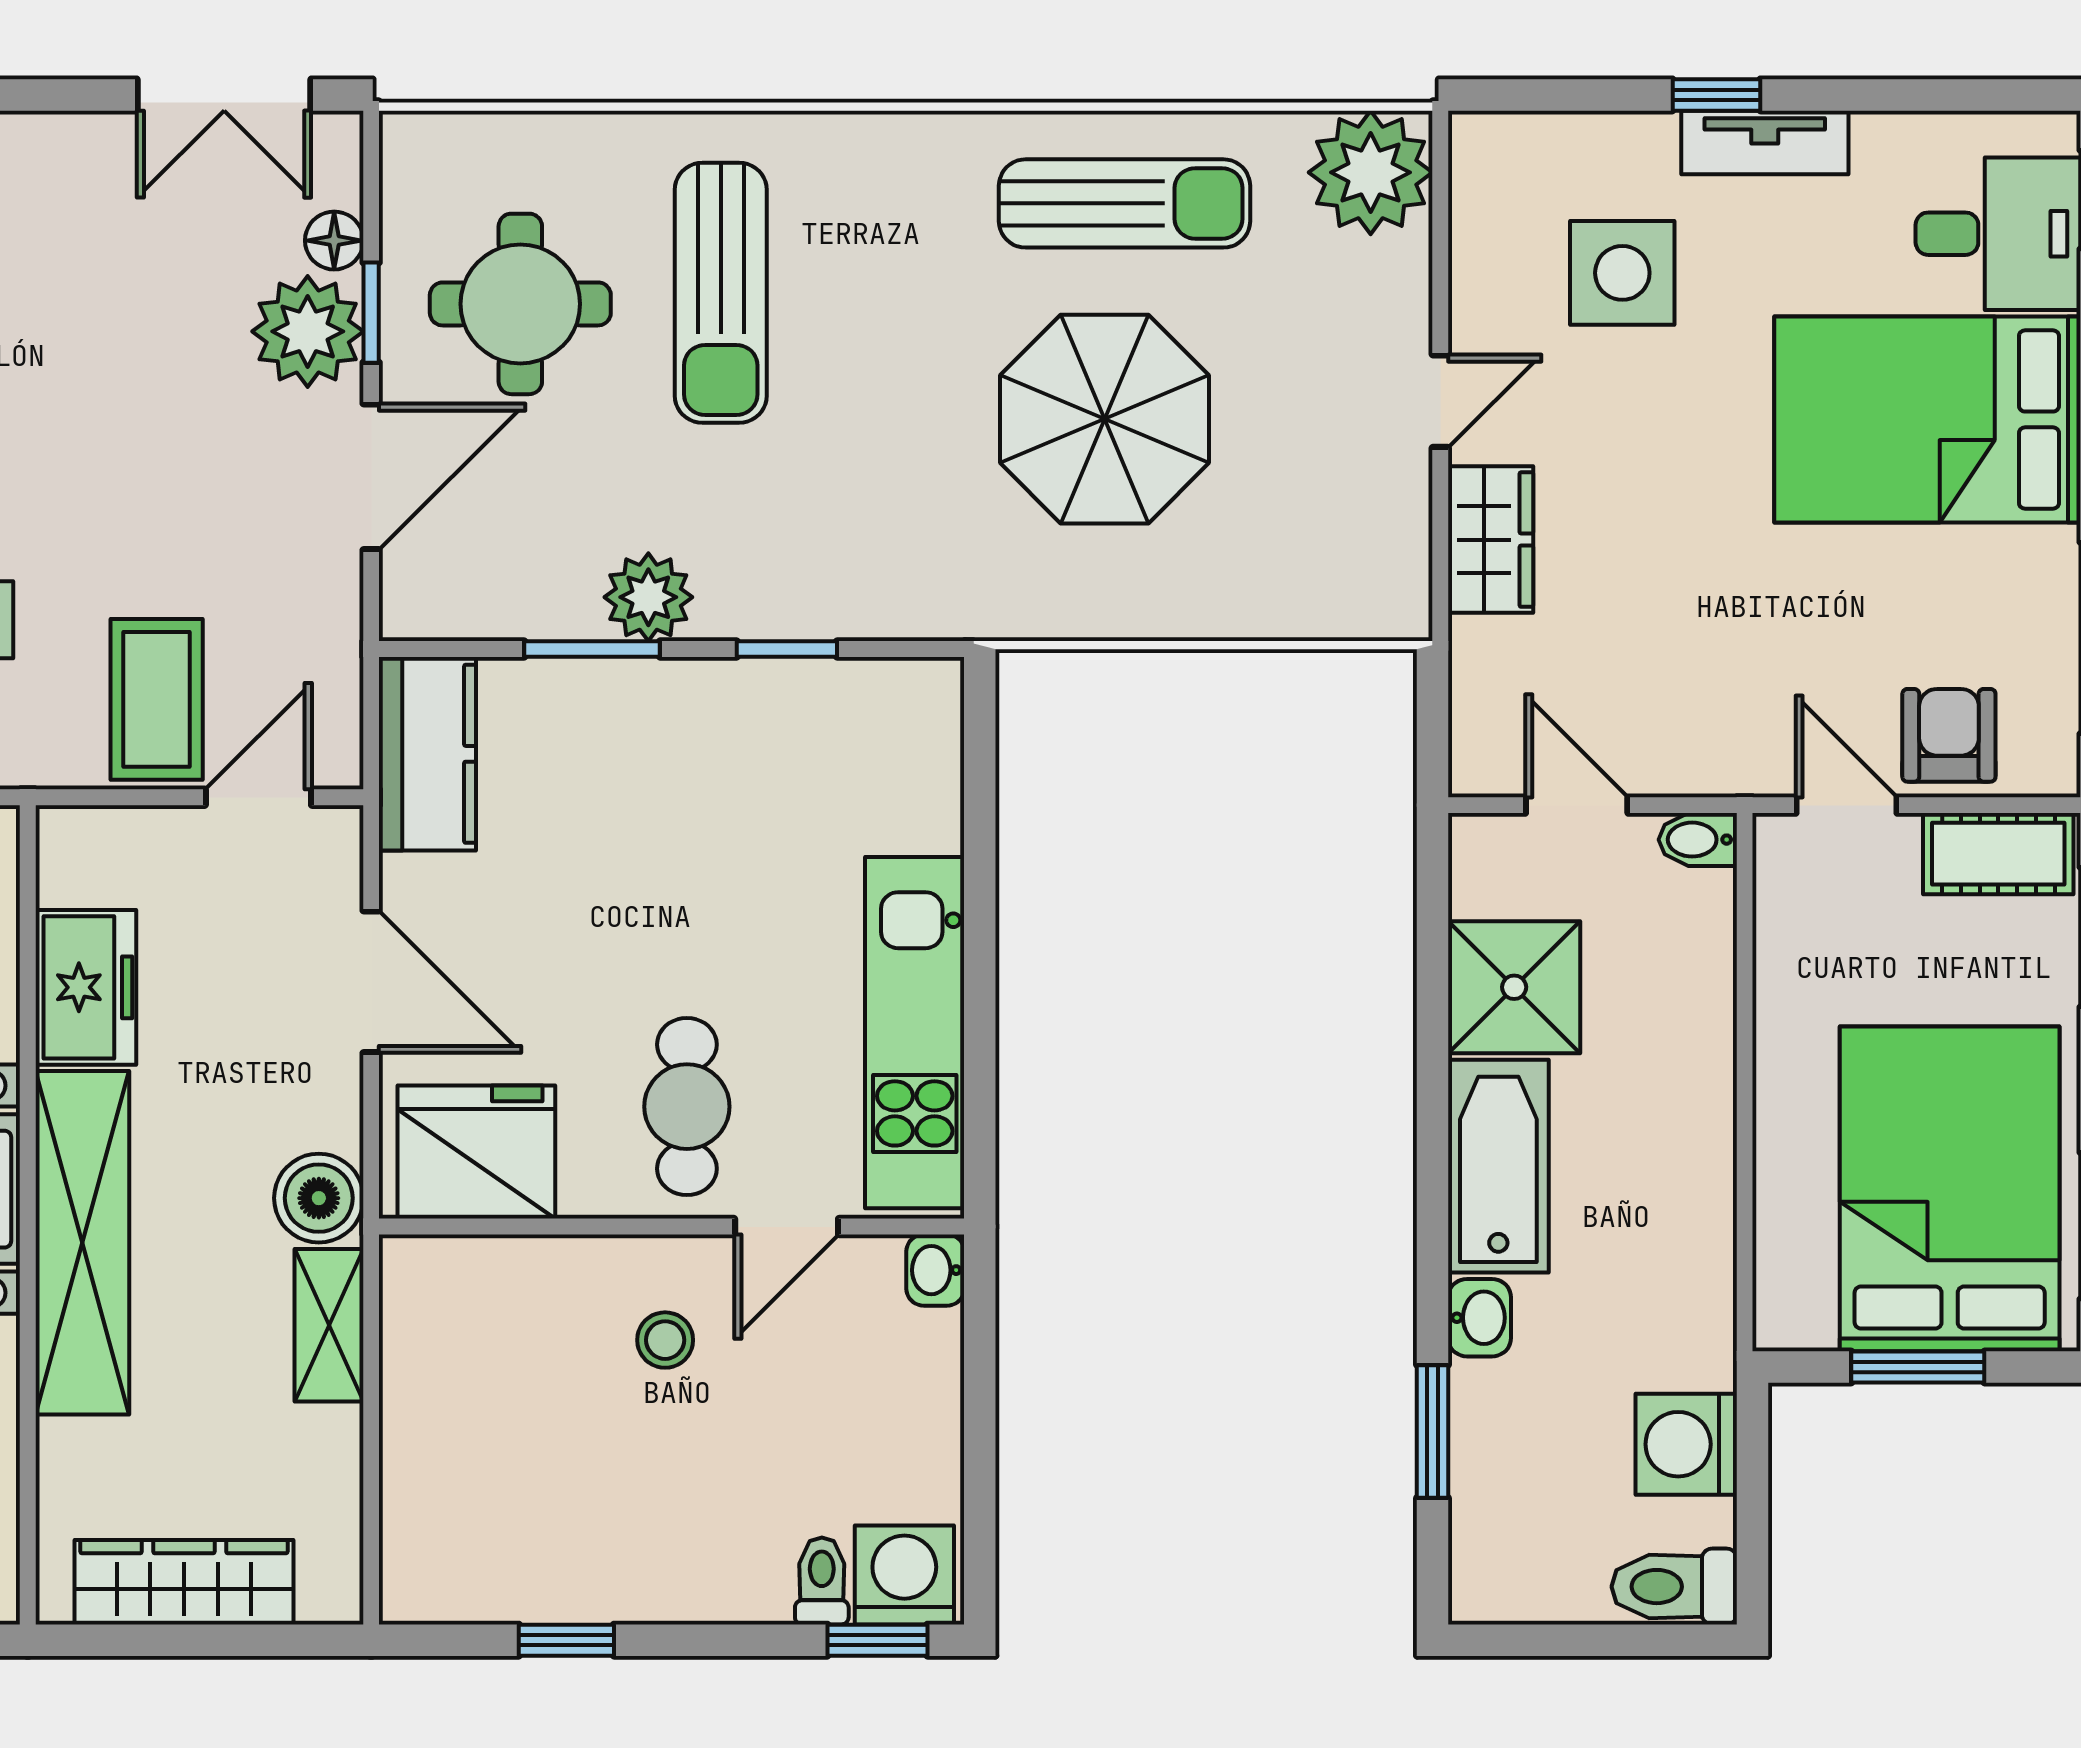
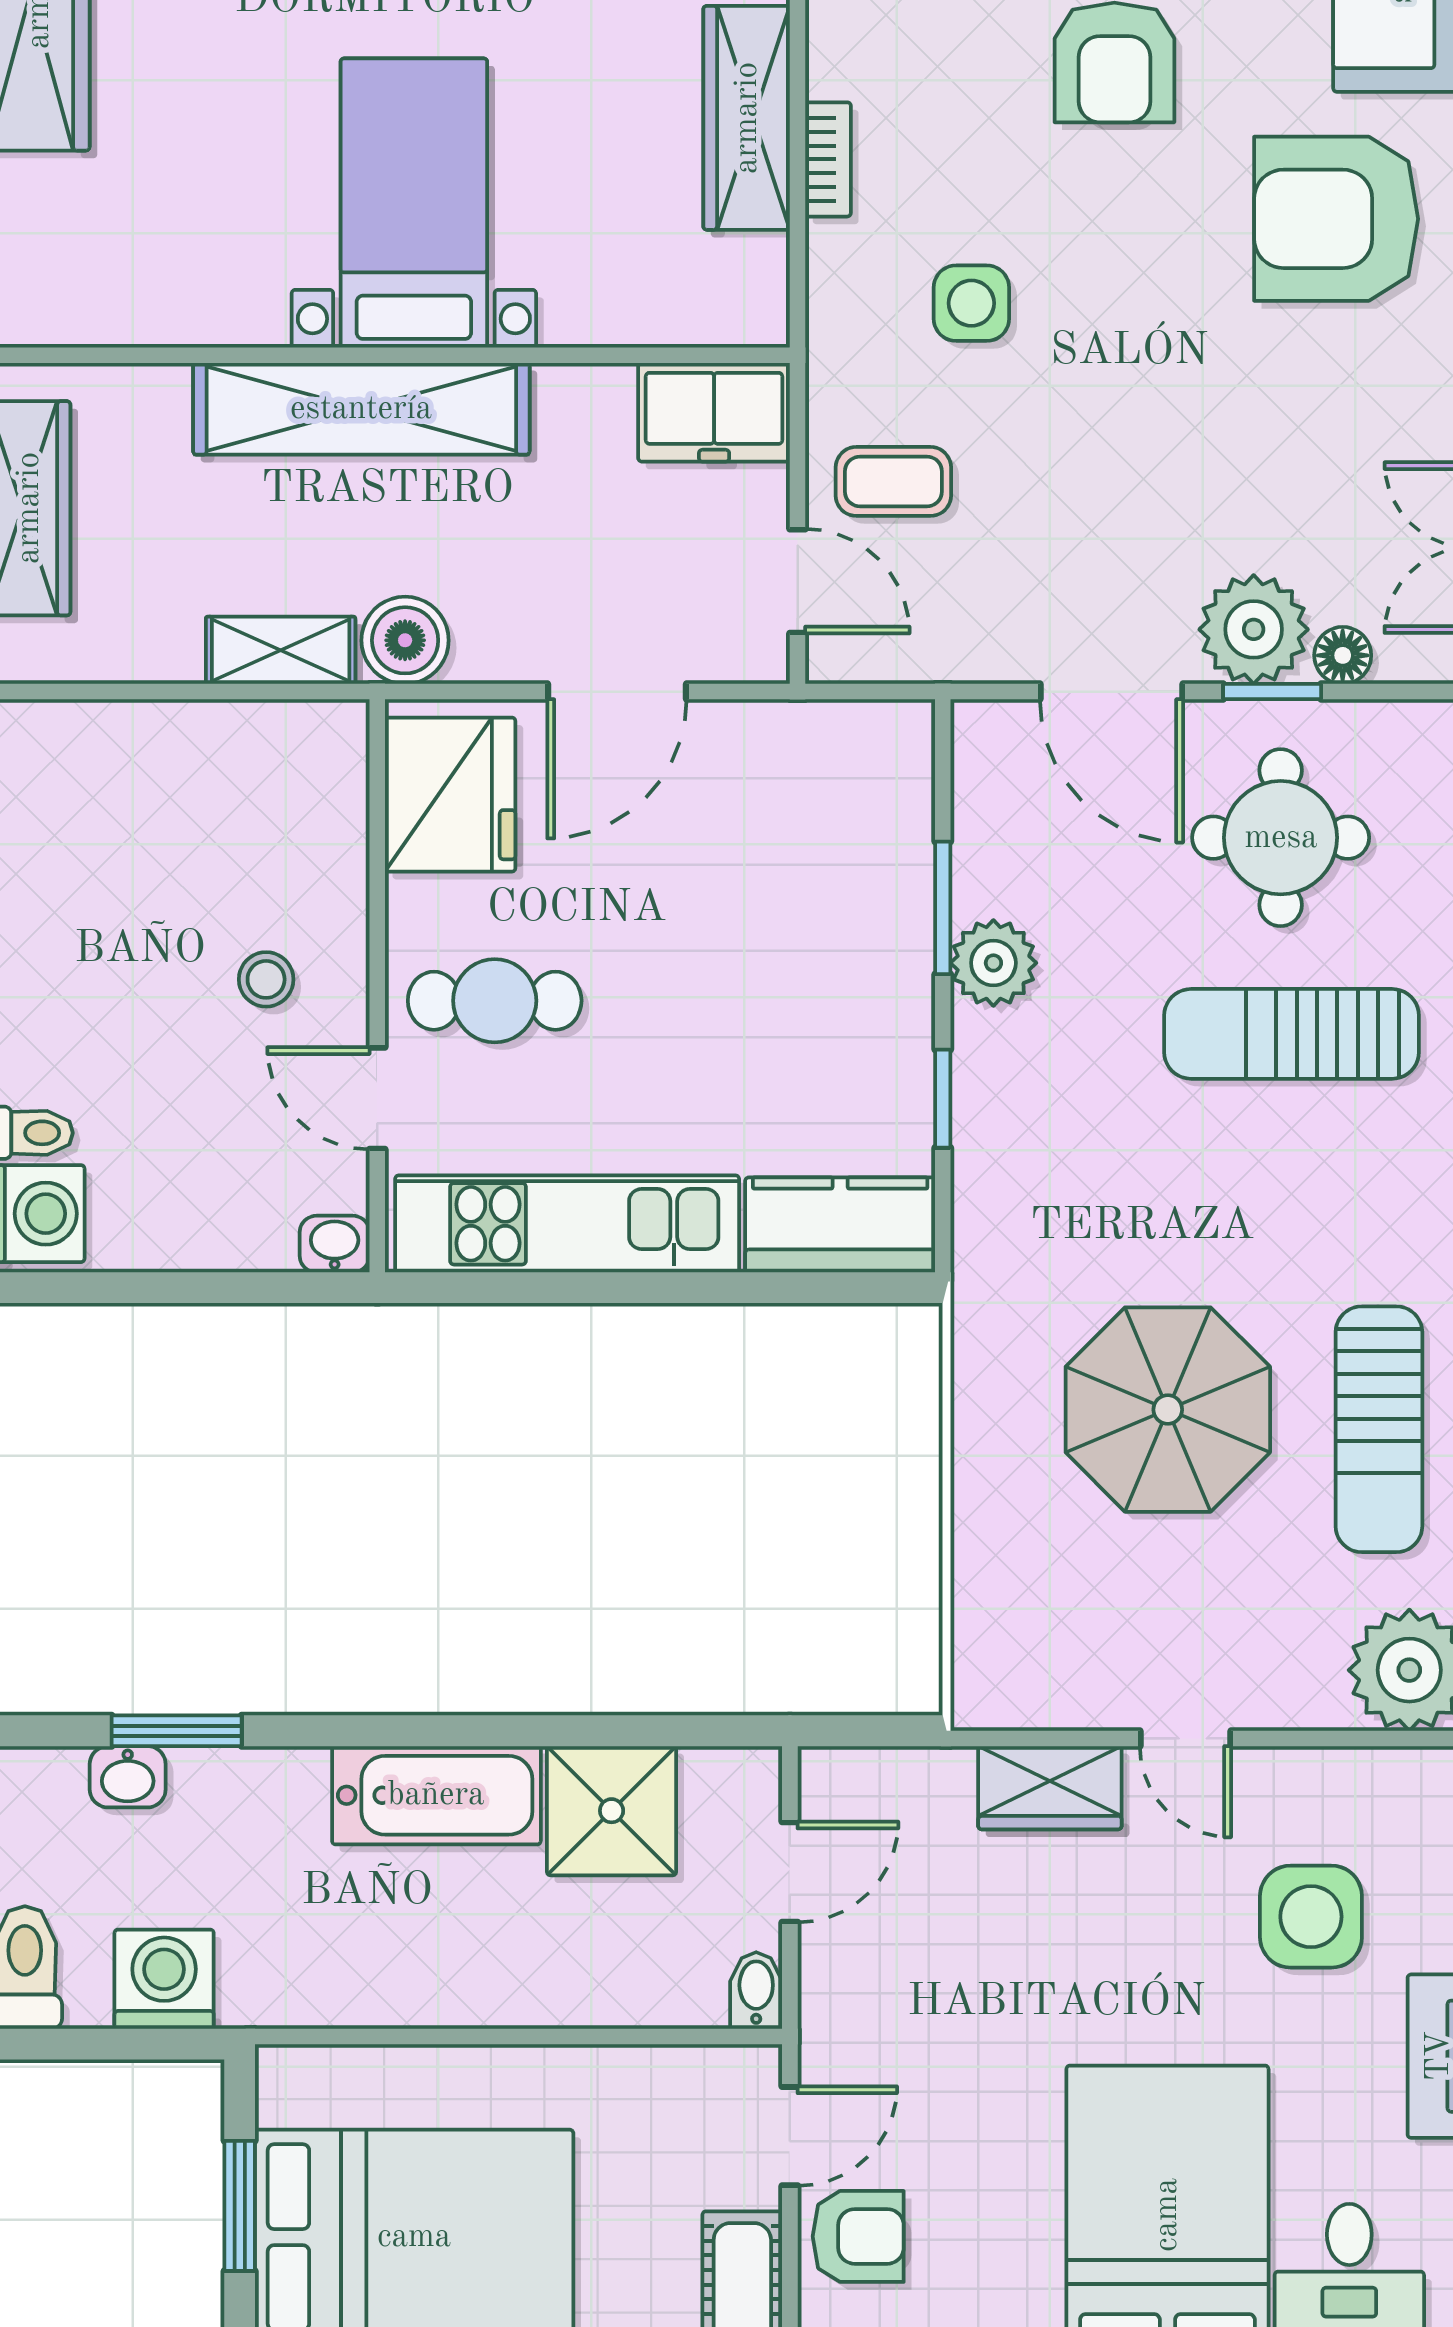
coffee table: (157, 699) -> (893, 481), width x0.73, depth x0.77
kitchen counter: (427, 754) -> (840, 1225), moved, turned 180
freezer: (86, 987) -> (714, 412), moved
washbasin: (1479, 1318) -> (128, 1777), moved

